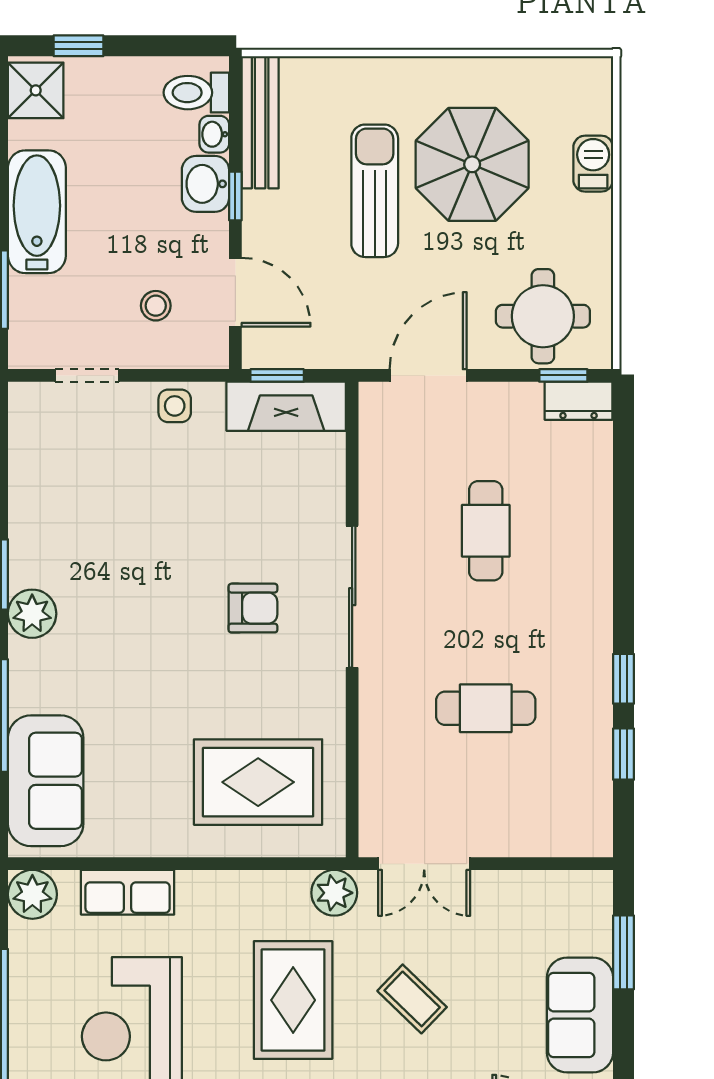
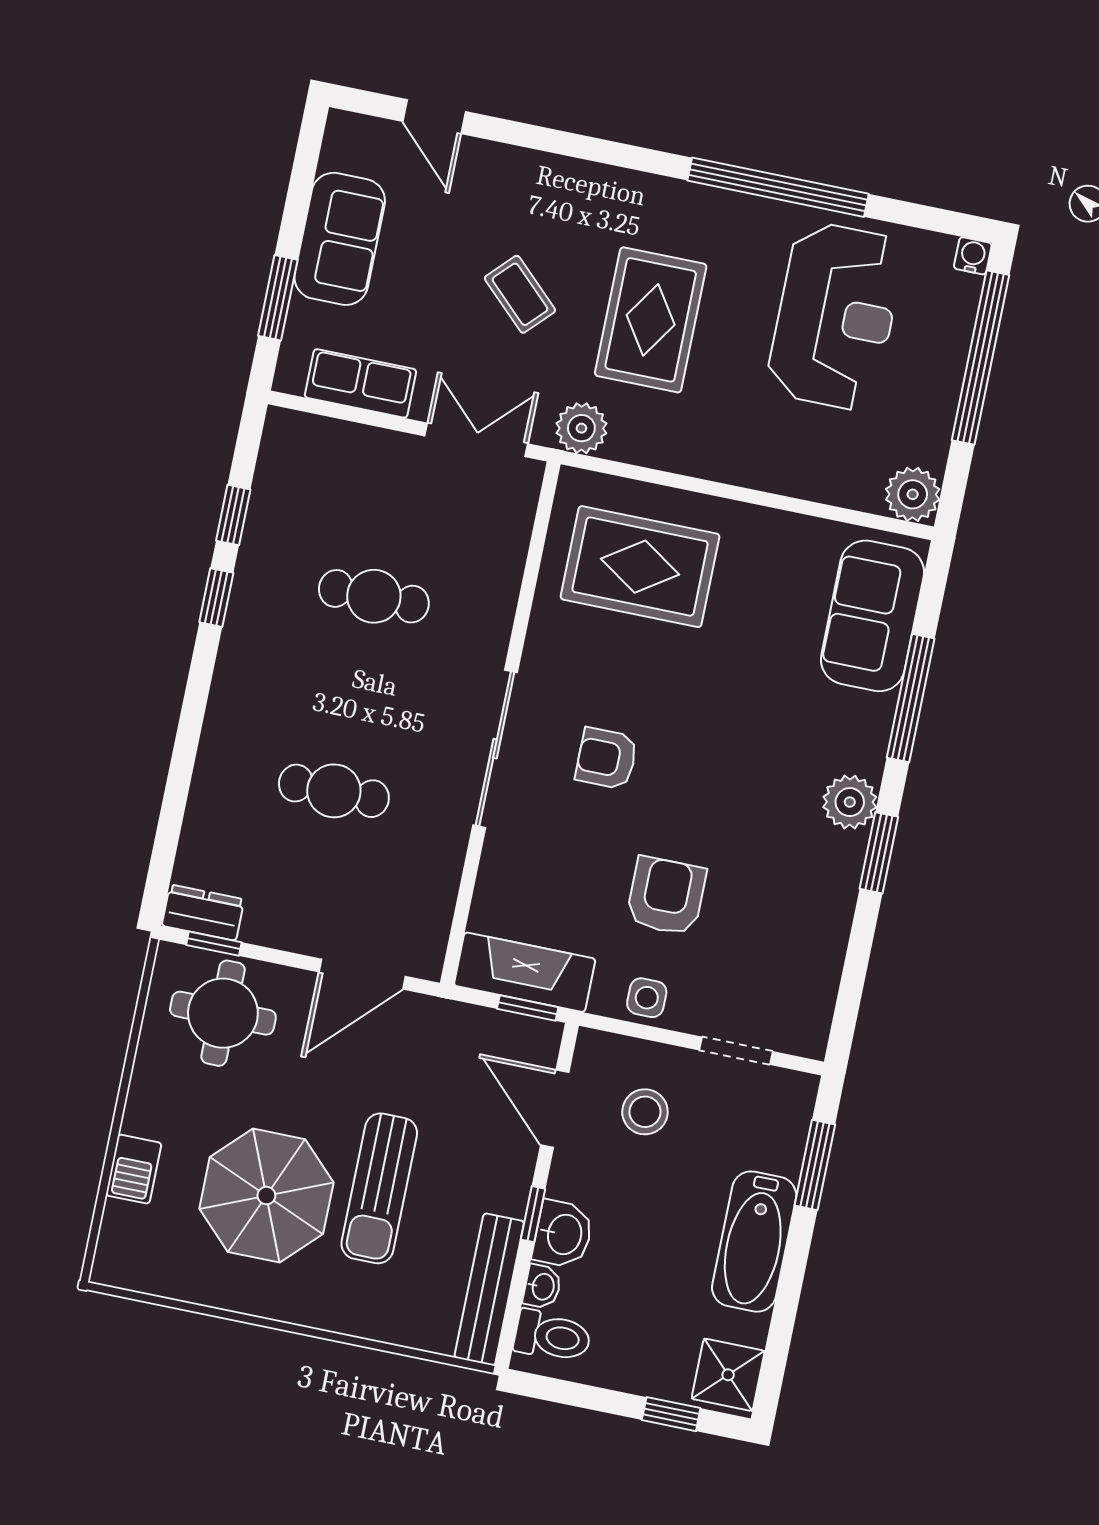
stool: (156, 306) -> (645, 1112), width x1.37, depth x1.37
armchair: (176, 498) -> (666, 896), added
cafe table: (486, 531) -> (334, 791), turned 90
row of seats: (128, 892) -> (360, 383), moved

